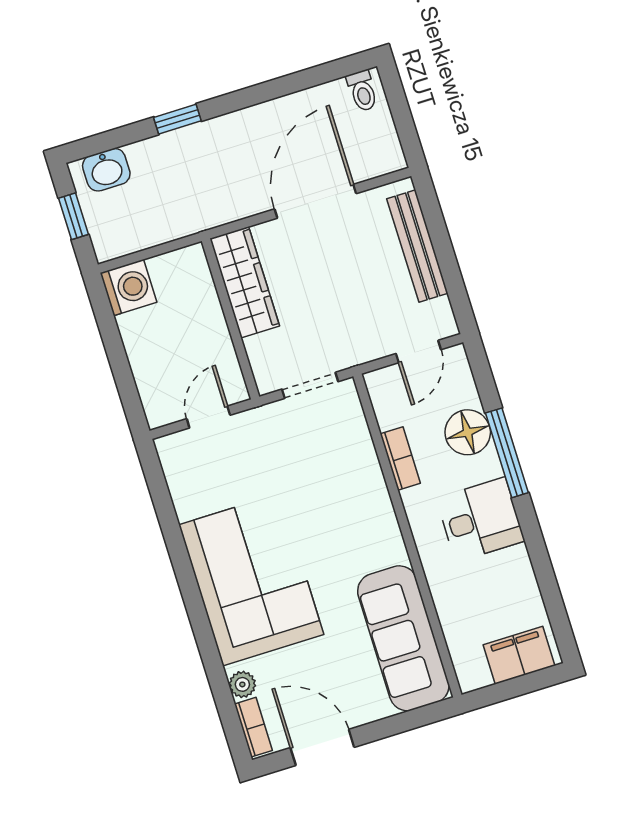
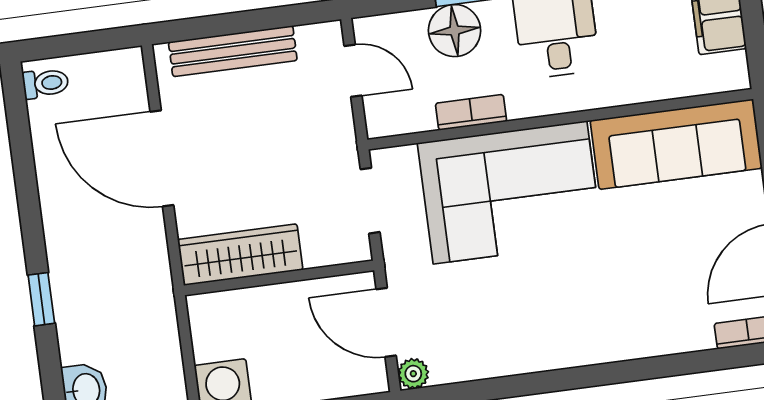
door: (208, 417) -> (386, 322), width x1.37
corner sofa: (251, 580) -> (510, 192), moved, turned 180
plant: (242, 684) -> (413, 374), moved

